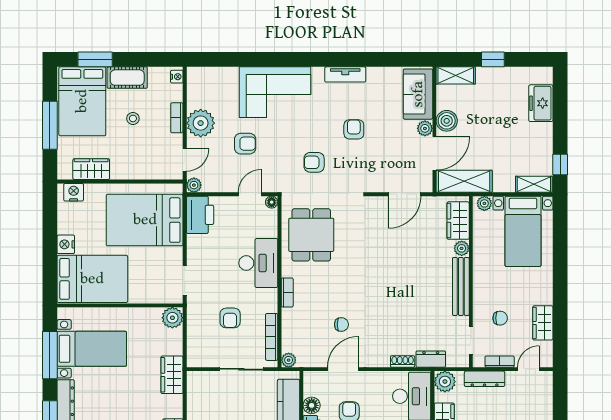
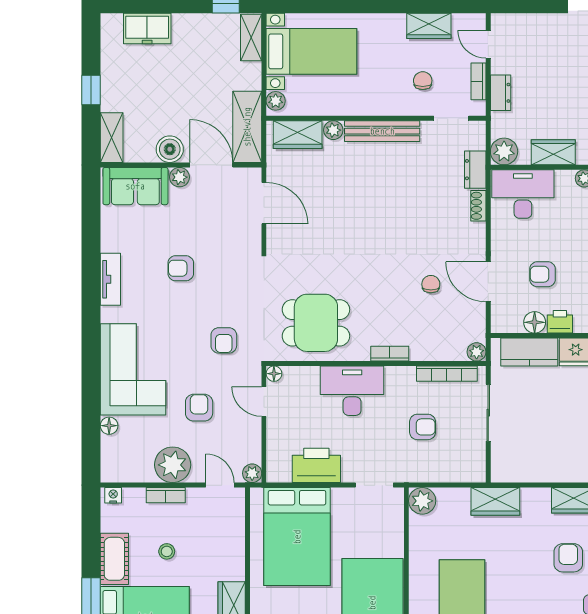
floor lamp: (231, 74) -> (109, 426), added
armchair: (314, 162) -> (224, 340), moved
printer: (200, 215) -> (316, 465), moved
dresser: (485, 379) -> (501, 93), width x0.70

